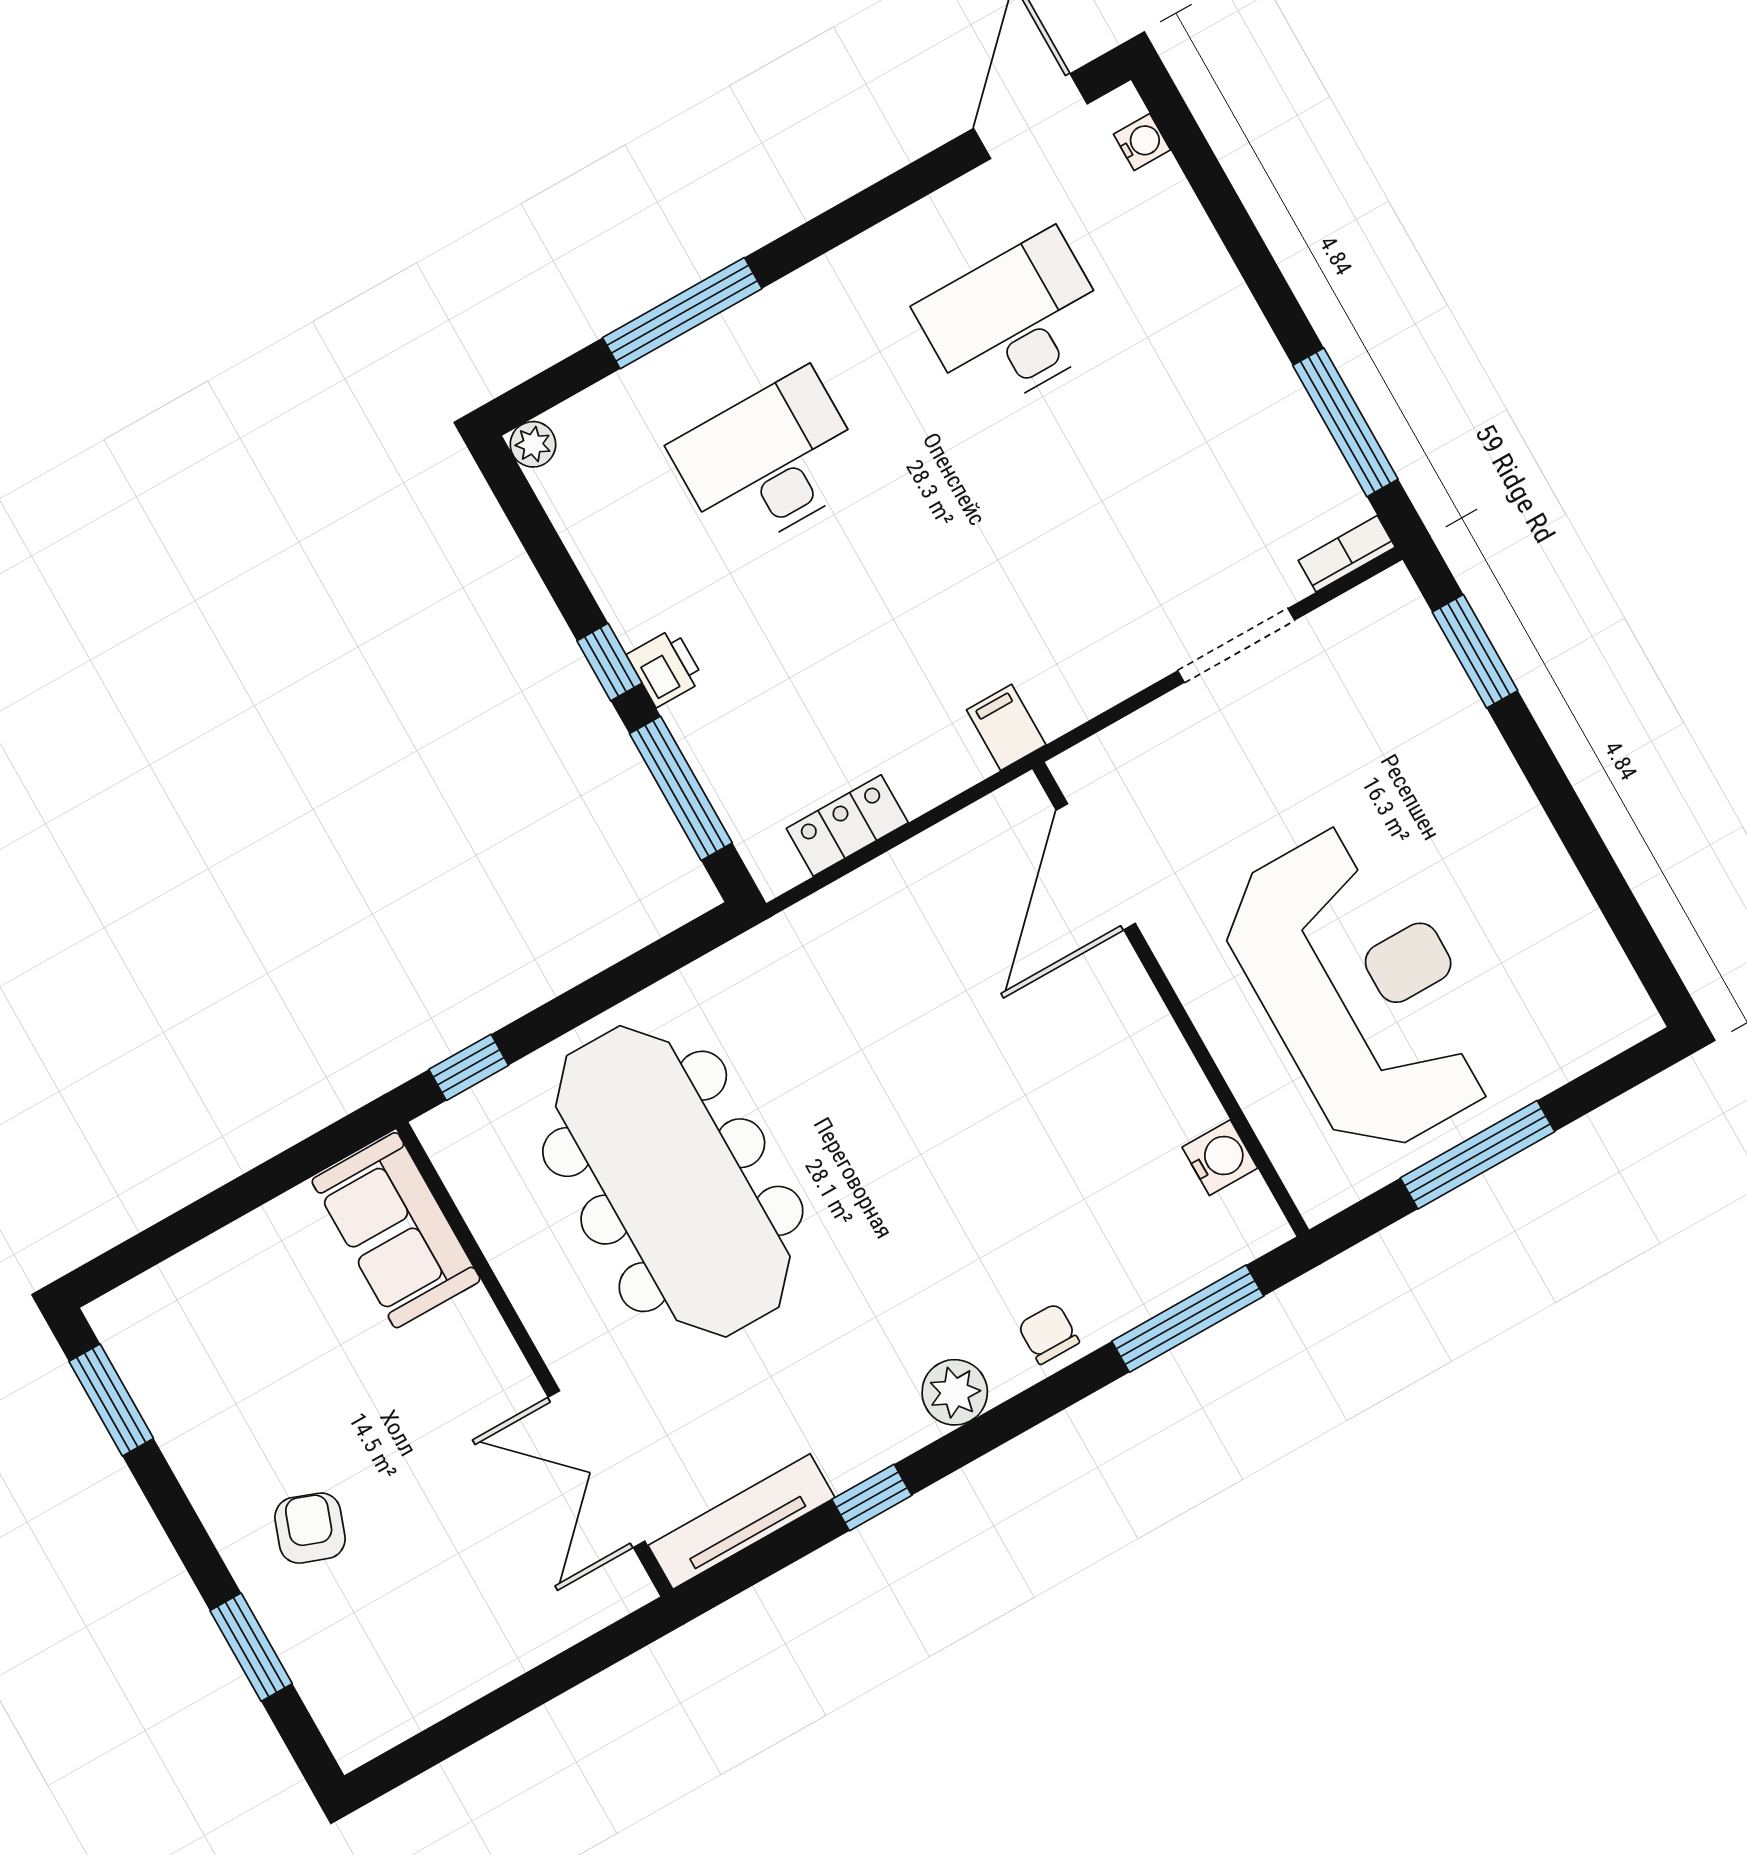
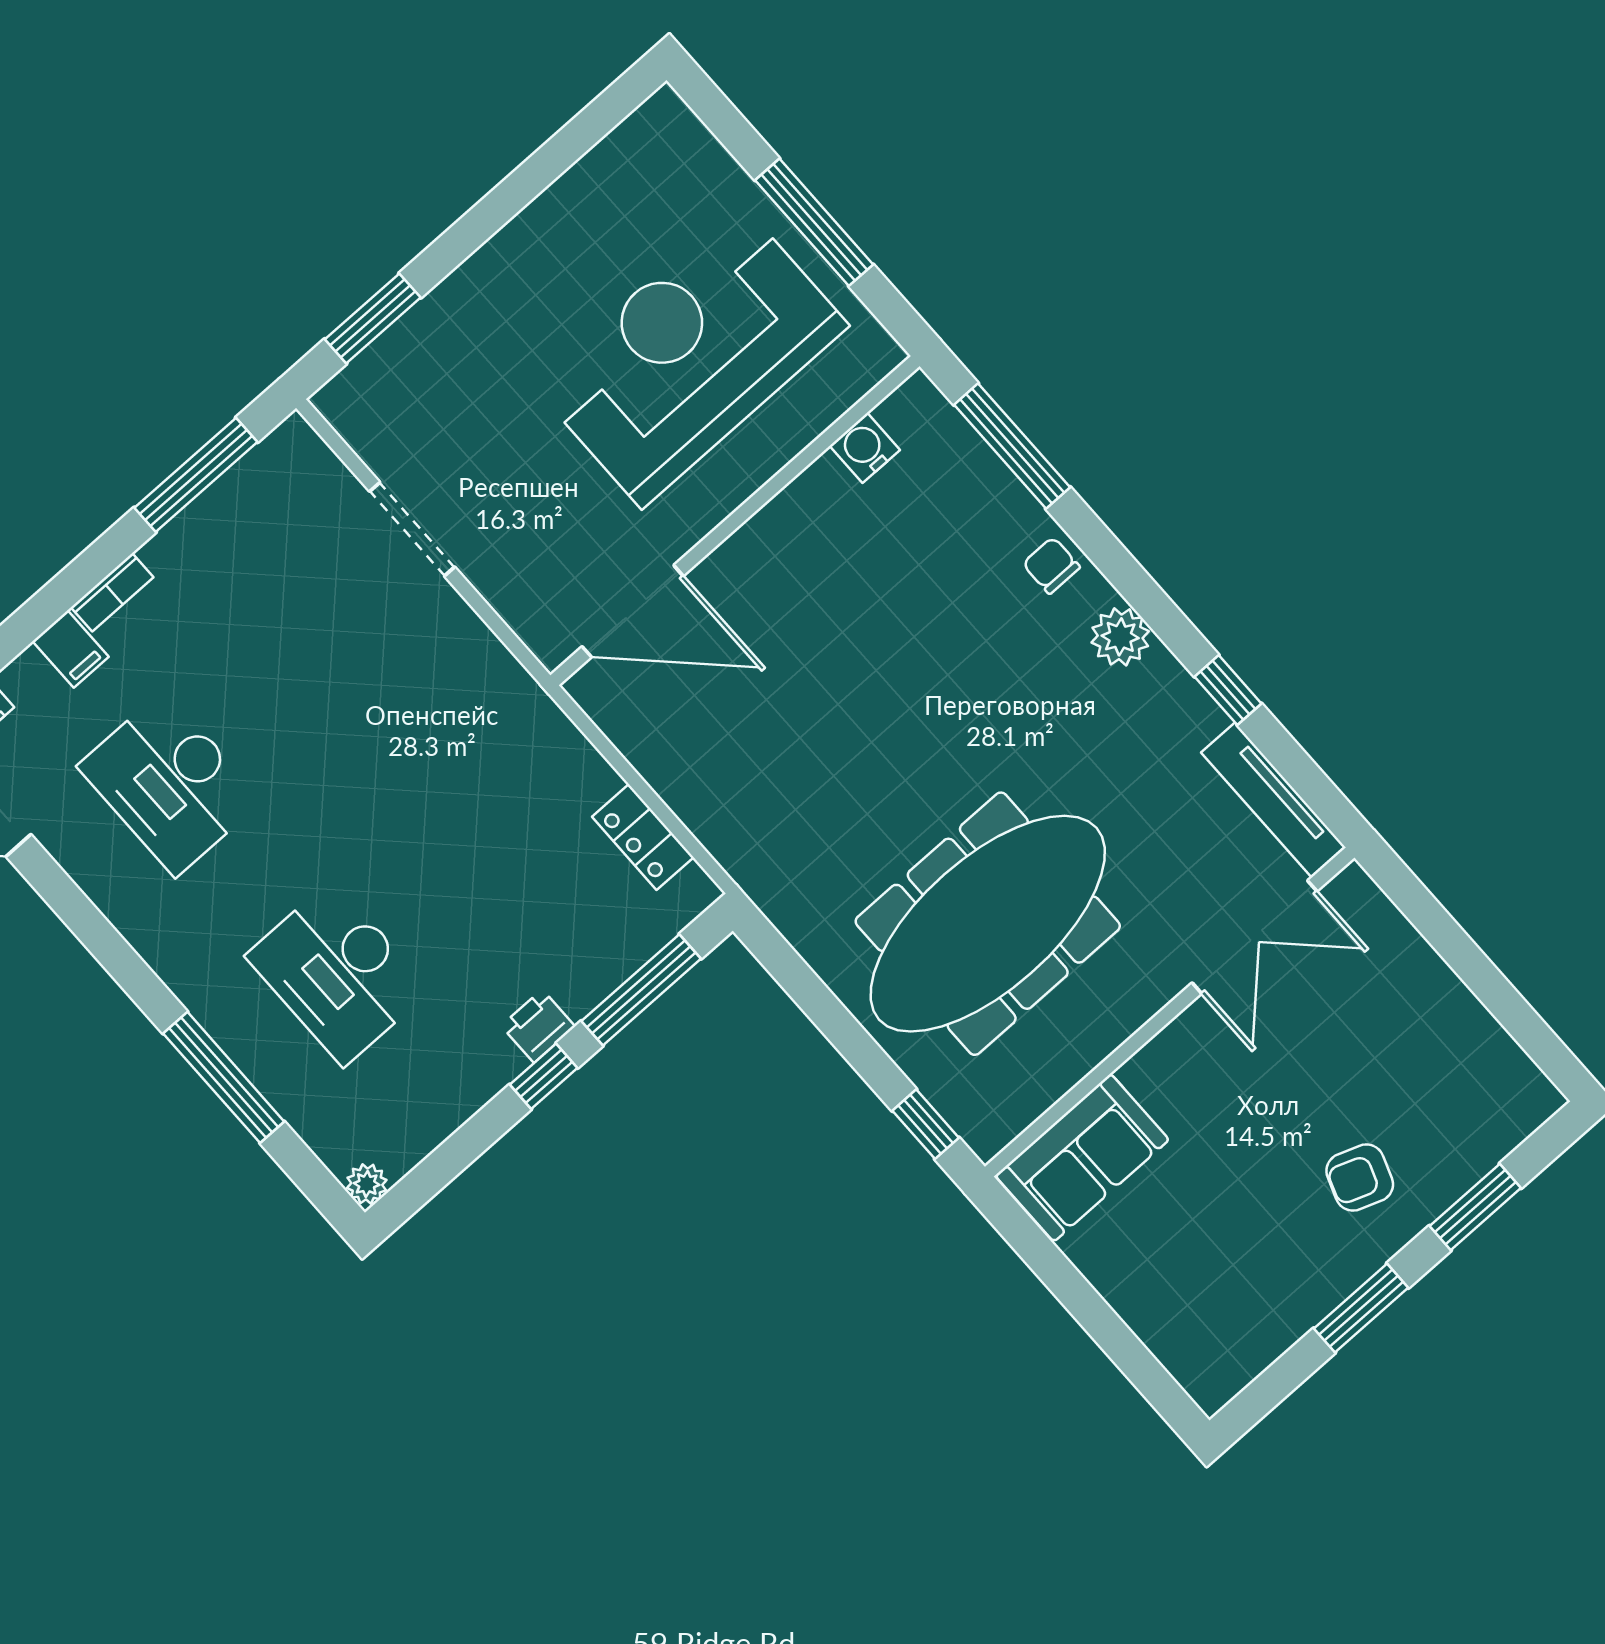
bookcase: (1347, 554) -> (112, 592), moved, turned -90
filing cabinet: (1006, 727) -> (71, 649), moved, turned -90
chair: (1049, 1334) -> (1051, 565), turned 90
window: (111, 1400) -> (1361, 1308), moved

